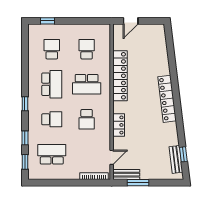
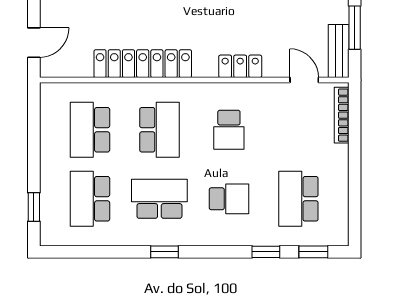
door: (131, 21) -> (34, 43), hinge flipped
school desk: (52, 49) -> (90, 199), width x1.85
school desk: (87, 49) -> (90, 130), width x1.85
window: (25, 104) -> (164, 252), moved
school desk: (52, 119) -> (229, 199), turned 90
school desk: (87, 119) -> (229, 130), turned 90

